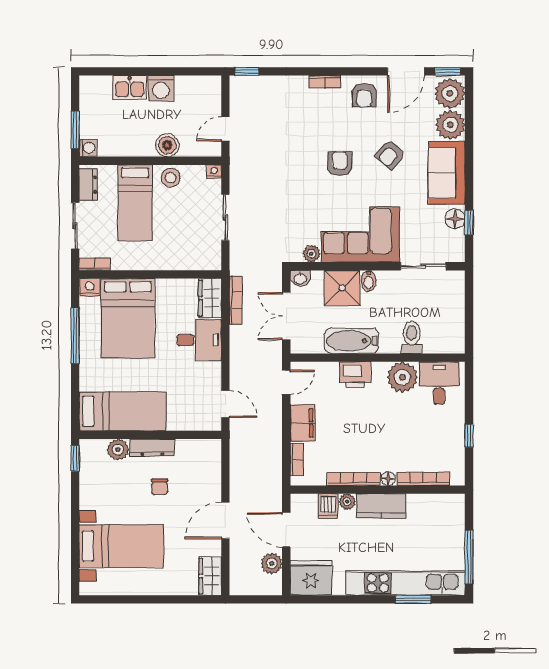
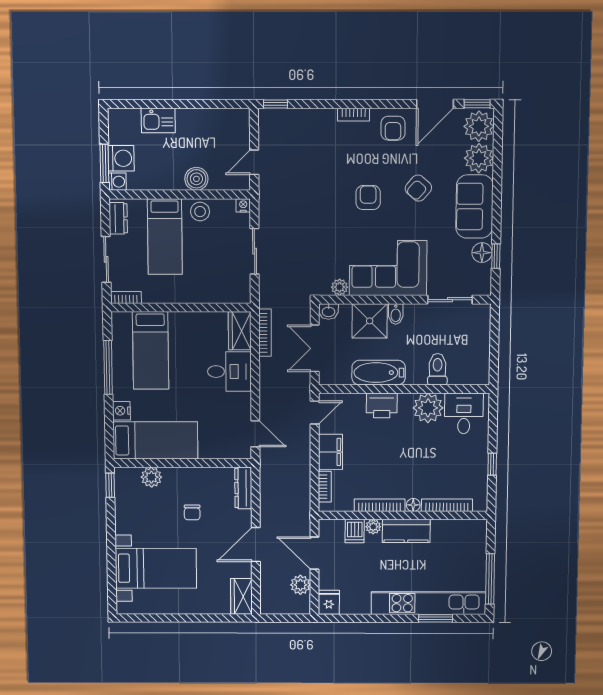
washing machine: (161, 88) -> (121, 158), moved, turned -90
nightstand: (90, 287) -> (121, 411), moved, turned -90
bed: (128, 318) -> (151, 350), width x0.67
dresser: (152, 448) -> (243, 488), moved, turned 90
fridge: (311, 578) -> (329, 602), width x0.53, depth x0.75

